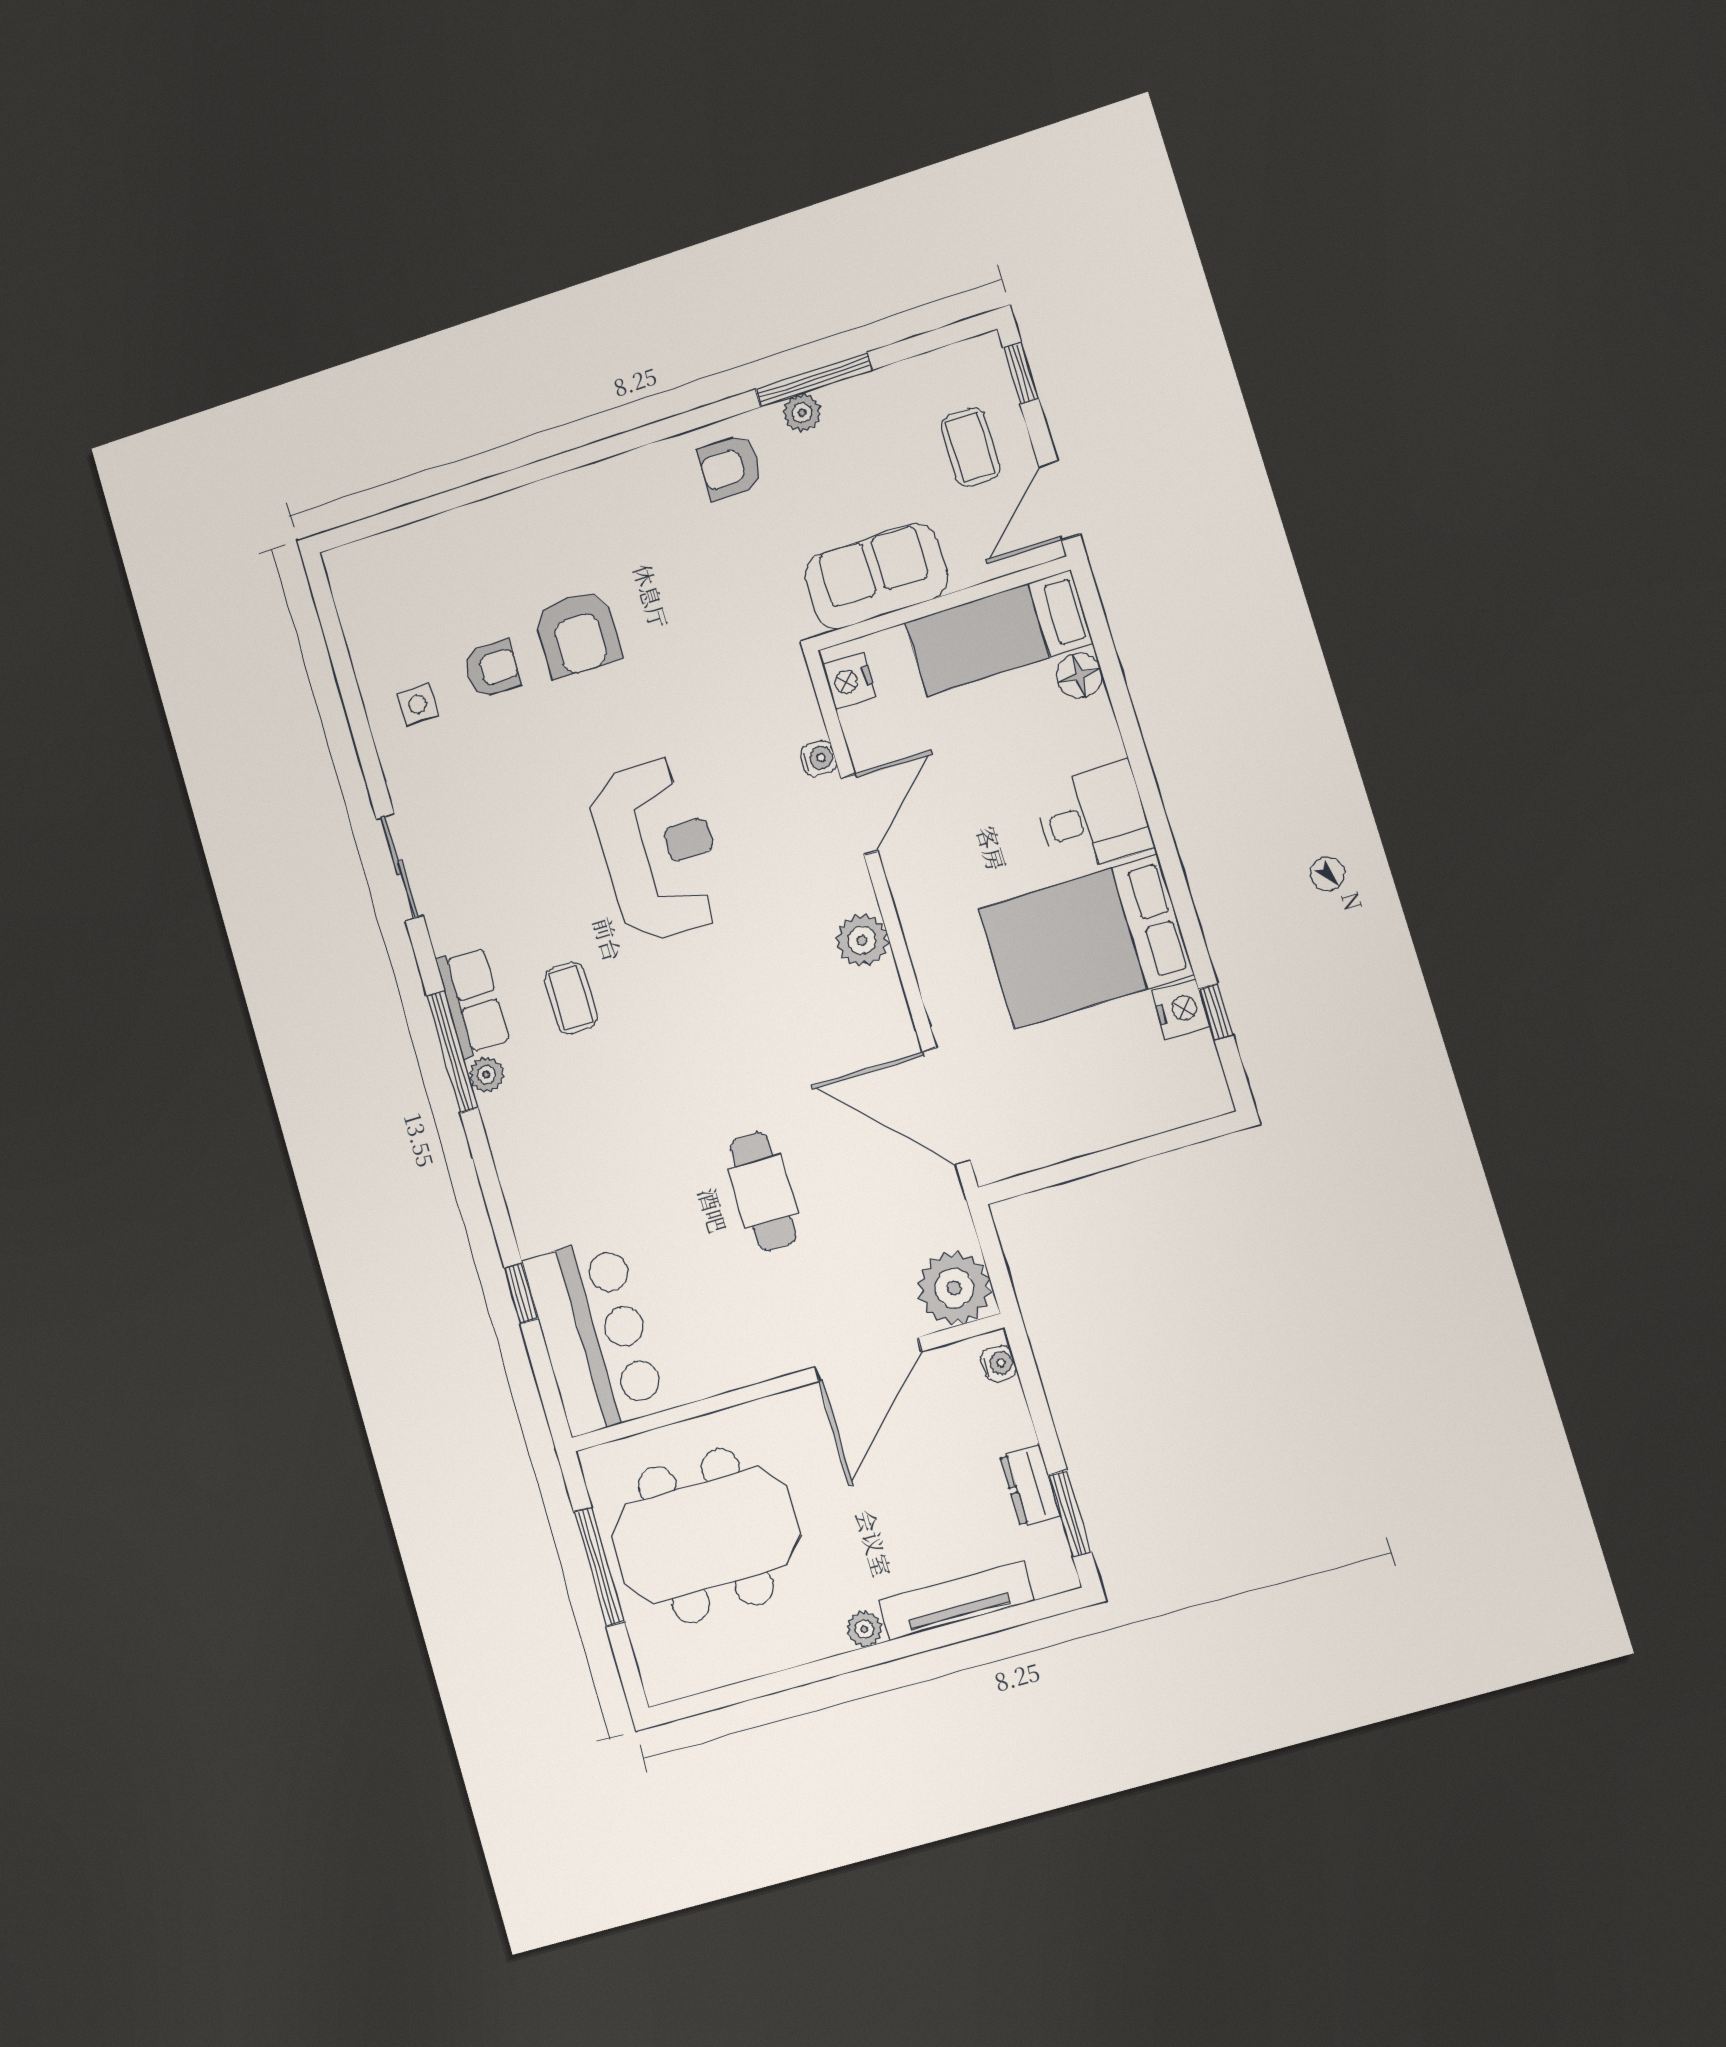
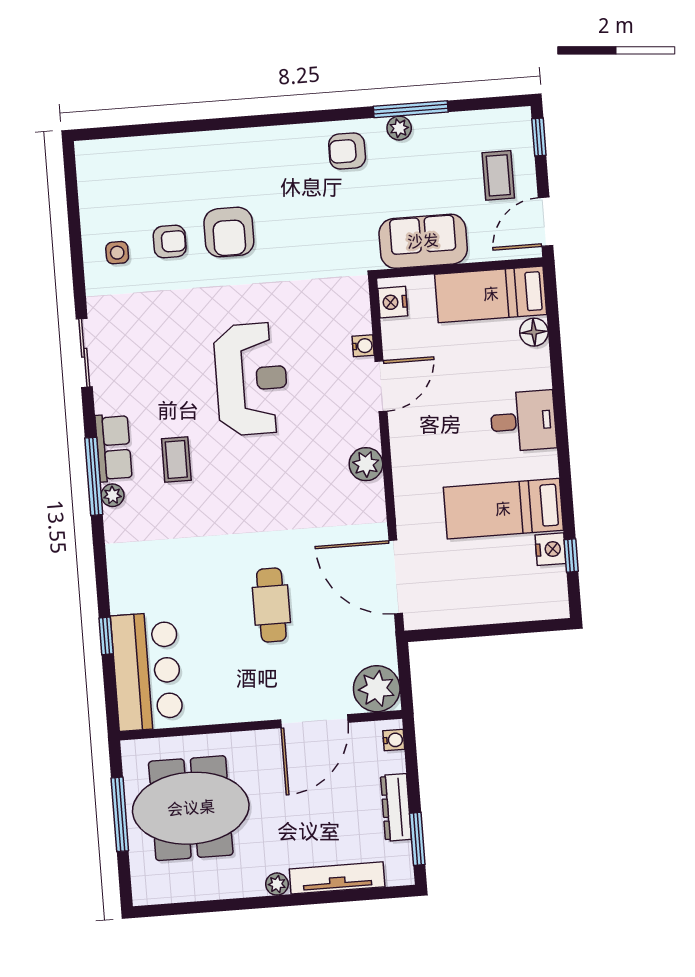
bed: (1086, 942) -> (503, 509), width x0.67
dresser: (1030, 1486) -> (396, 807), width x1.44

